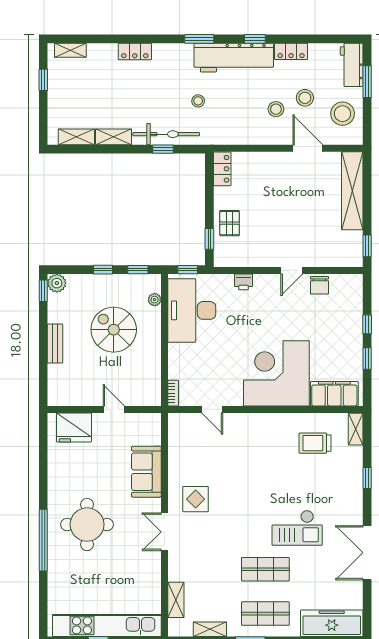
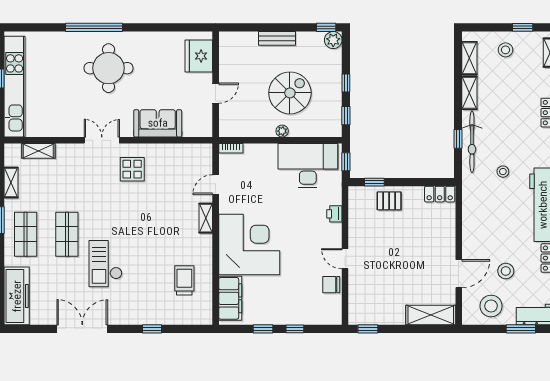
stool: (276, 109) -> (505, 50), moved
shelving: (352, 191) -> (431, 315), width x0.68
plant: (155, 300) -> (282, 131), moved
shelving: (356, 429) -> (206, 218), moved, turned 90

